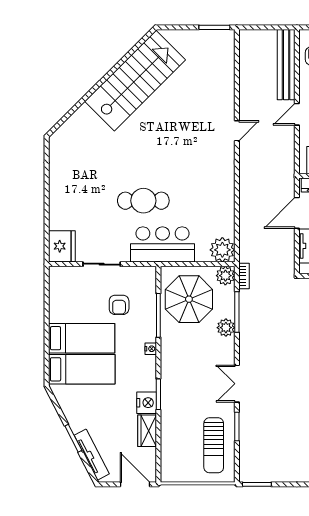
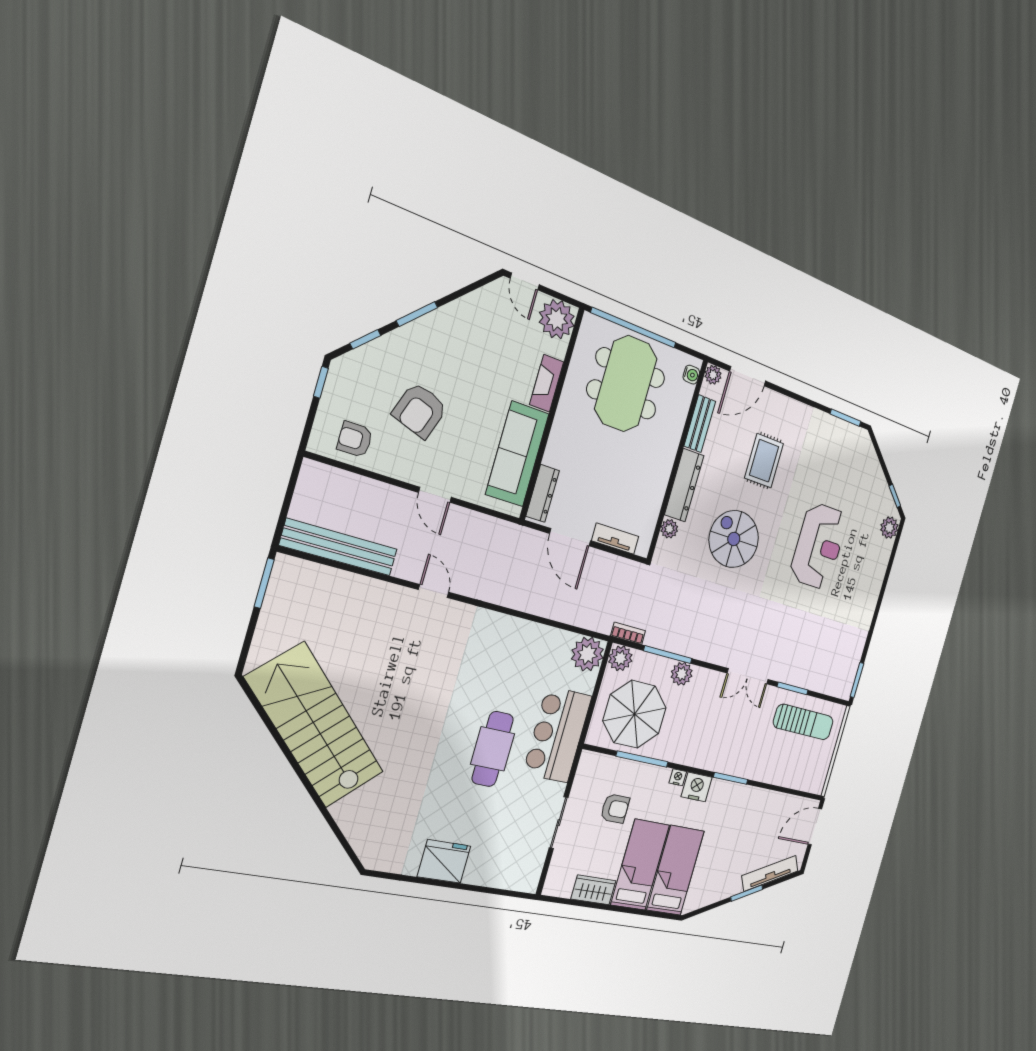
bench: (286, 65) -> (339, 547), moved
fridge: (62, 246) -> (444, 861), moved
nightstand: (147, 403) -> (697, 787), moved
wardrobe: (147, 431) -> (593, 890), moved, turned 180

